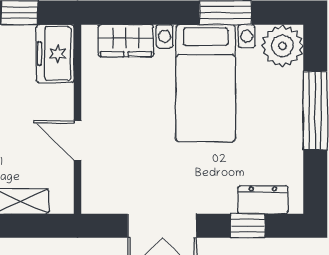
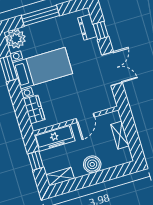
freezer: (55, 54) -> (55, 138), width x1.40

